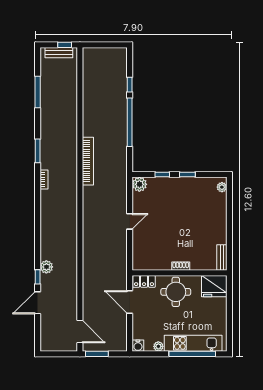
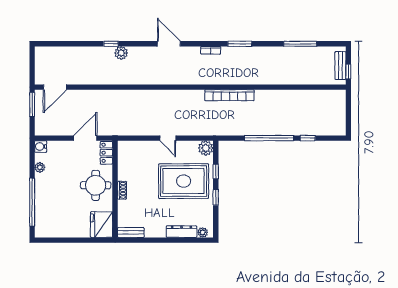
rug: (172, 206) -> (184, 181), added
dresser: (221, 208) -> (182, 232), added
door: (38, 303) -> (169, 44), moved
kitchen unit: (193, 343) -> (43, 203), removed

